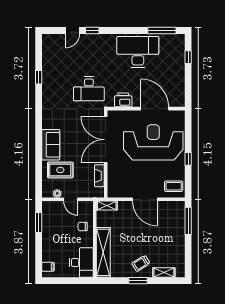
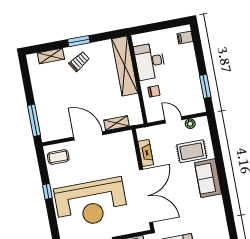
shelving: (107, 206) -> (116, 123), moved
desk: (81, 262) -> (150, 61), moved

